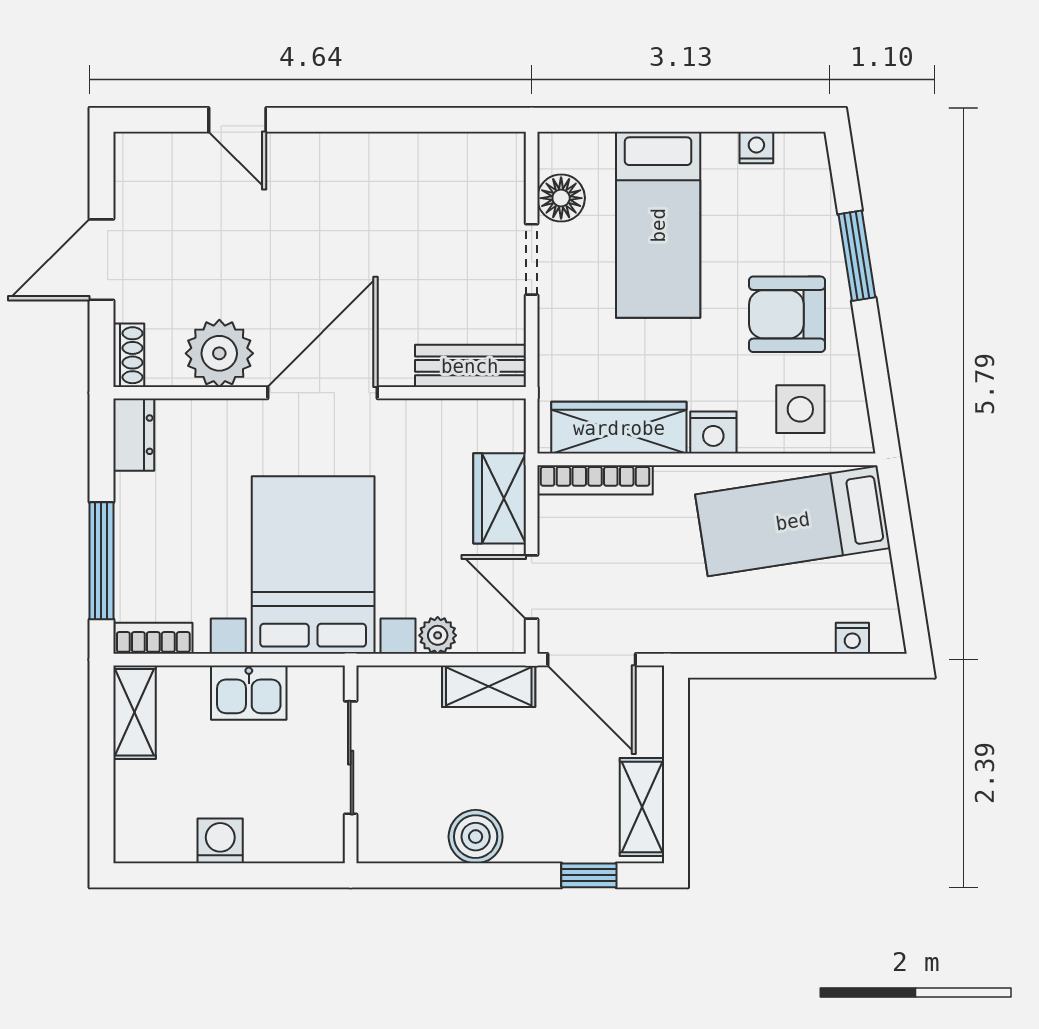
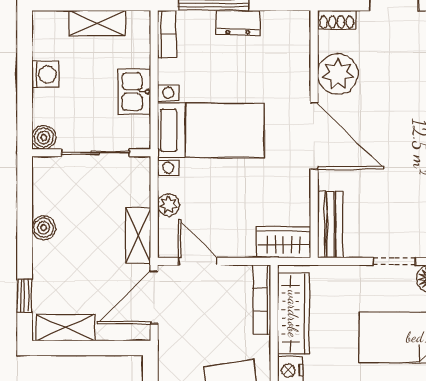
dresser: (134, 435) -> (238, 23), moved
wardrobe: (500, 498) -> (284, 242), moved
bed with nightstands: (313, 565) -> (211, 130), width x0.73
door: (532, 587) -> (198, 261), hinge flipped
shelving: (134, 712) -> (97, 23), moved
boiler: (476, 837) -> (44, 228), width x0.73, depth x0.73
boiler: (325, 844) -> (44, 137), added

